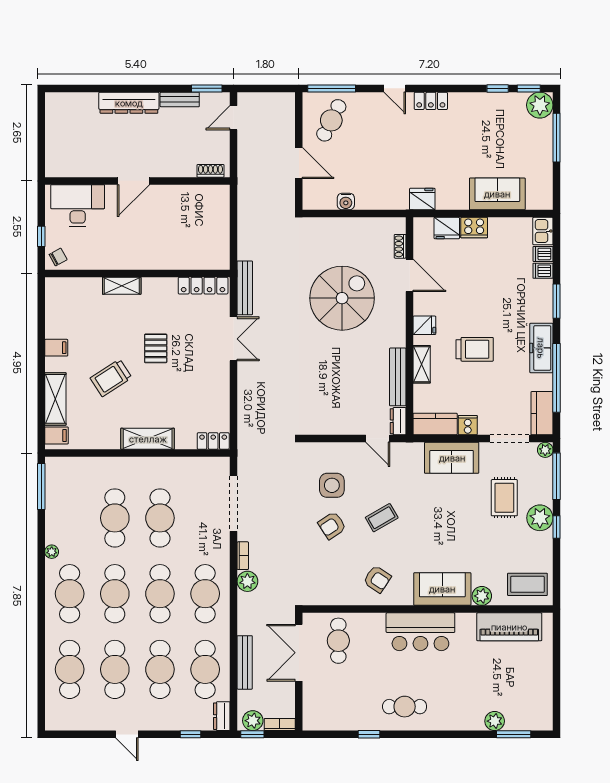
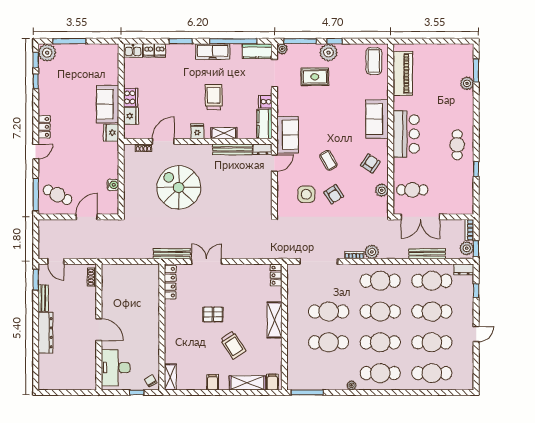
sofa: (497, 194) -> (108, 104), moved
shelving: (122, 286) -> (170, 377), moved
sofa: (452, 458) -> (288, 135), moved
plant: (482, 596) -> (382, 190), moved

